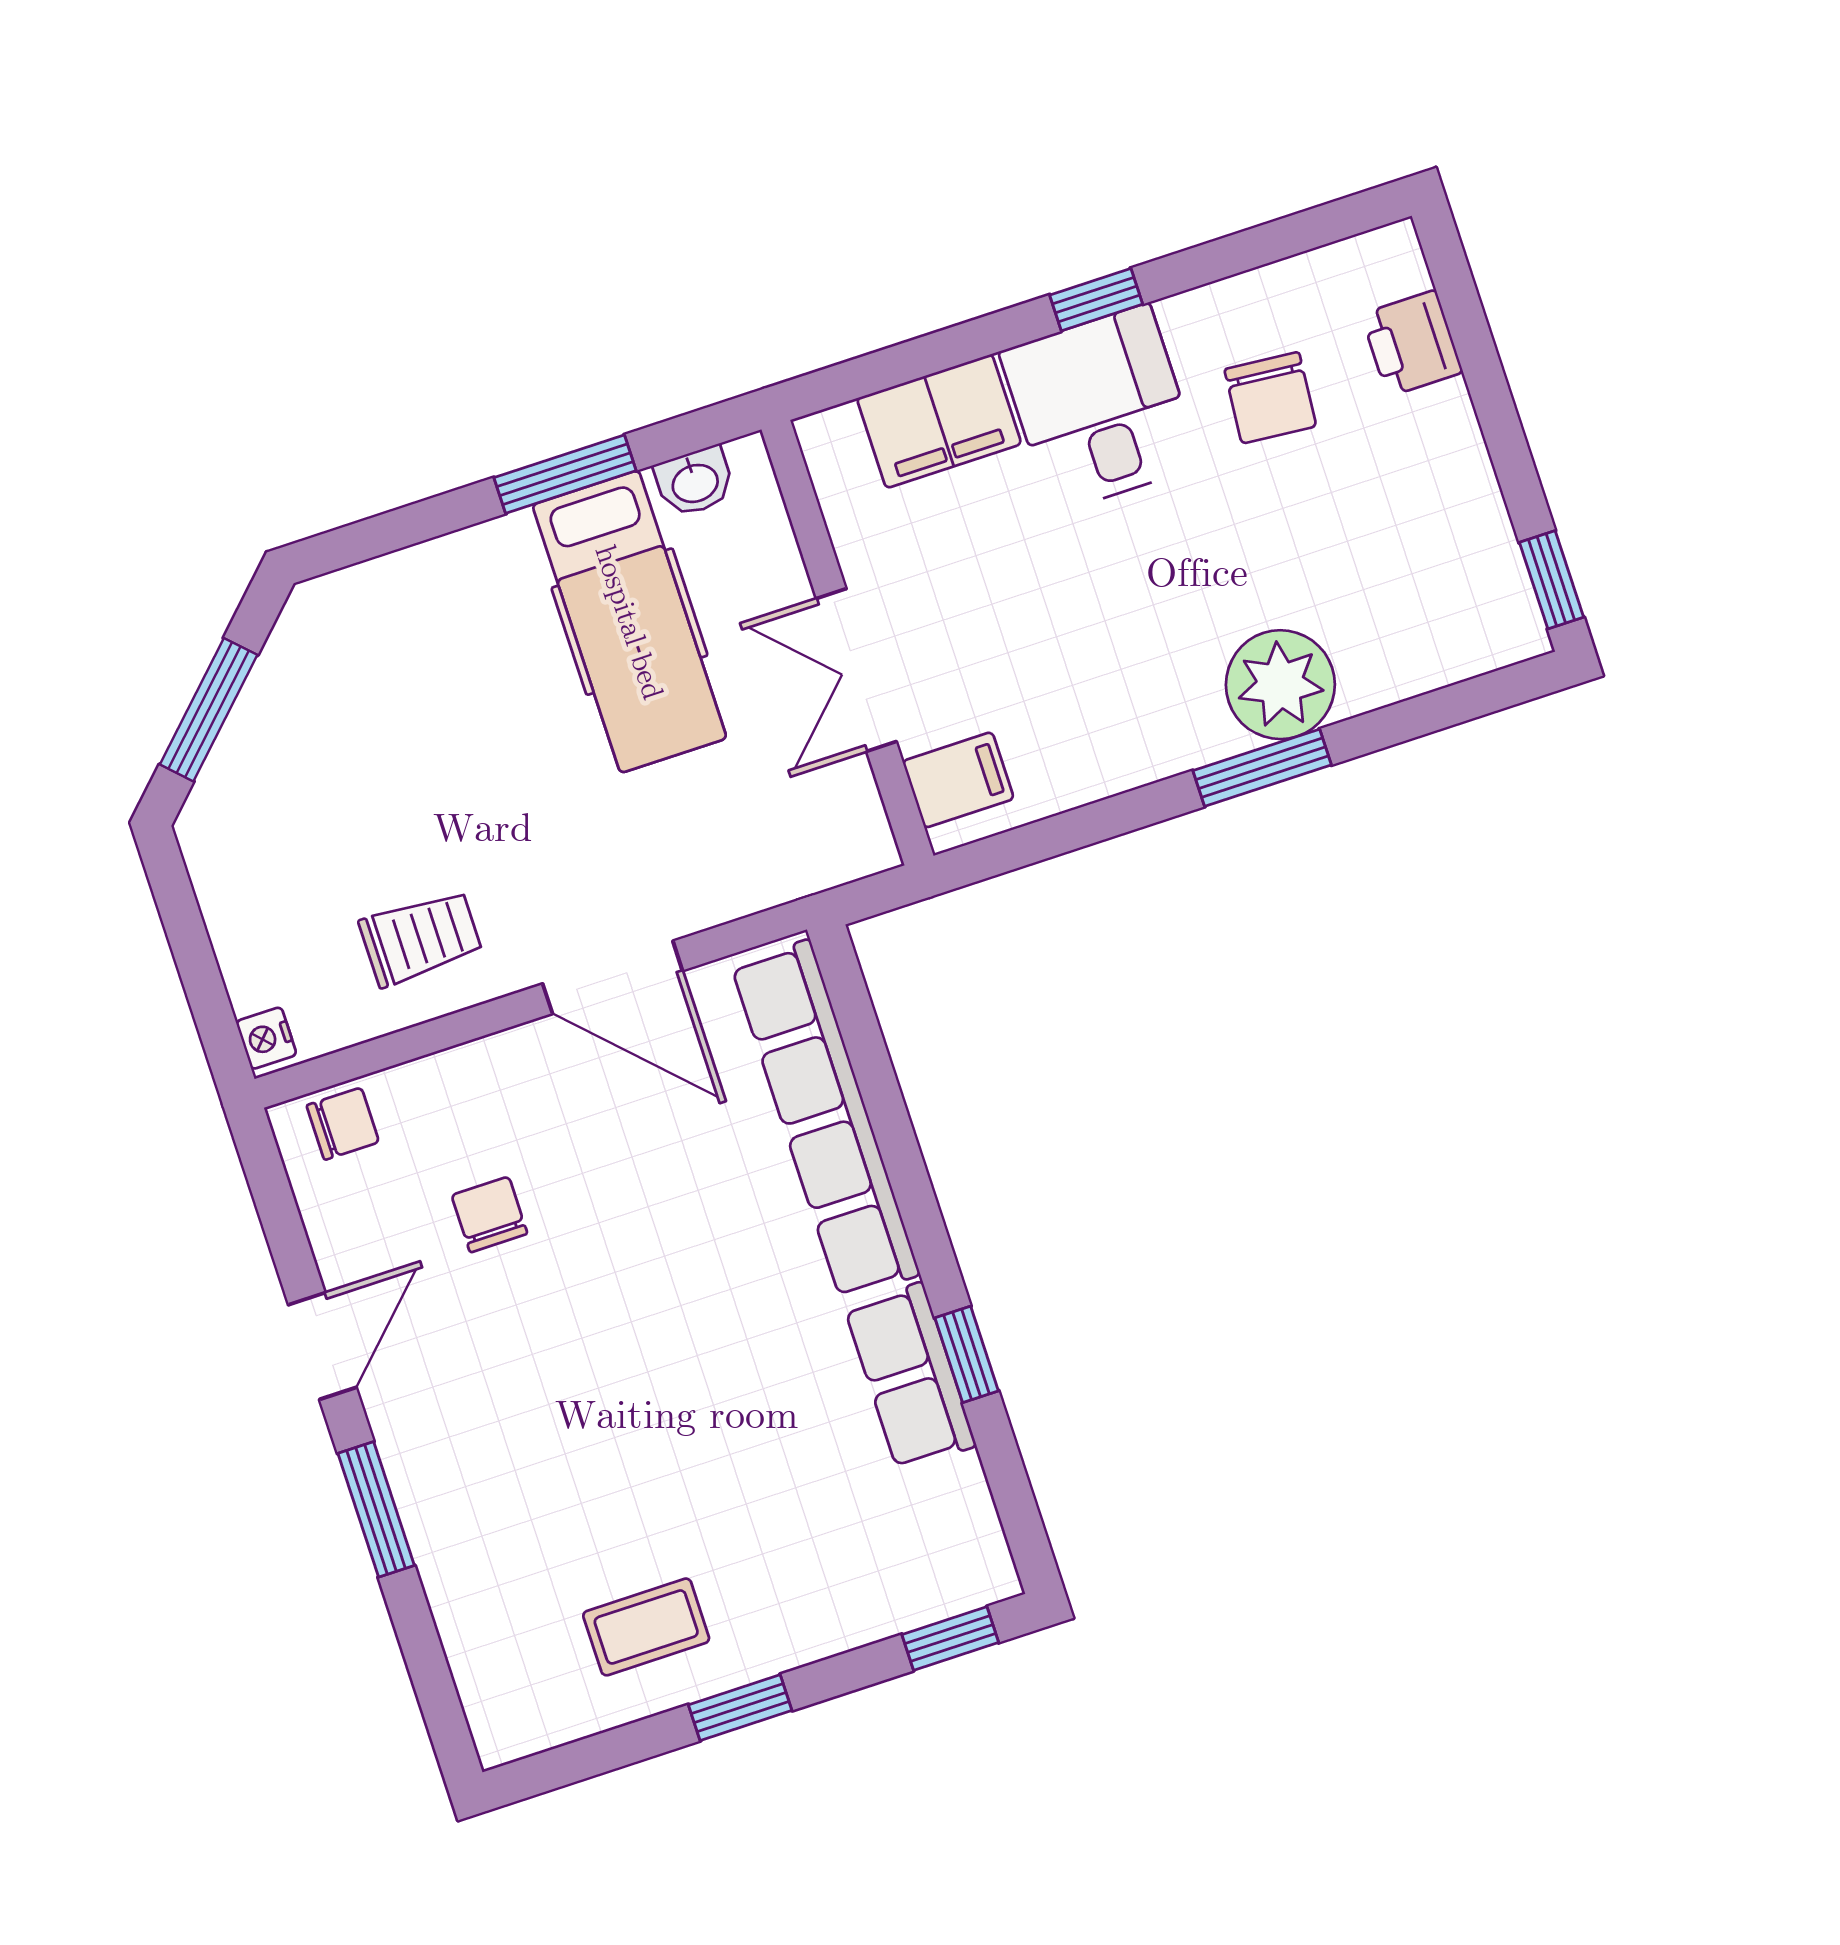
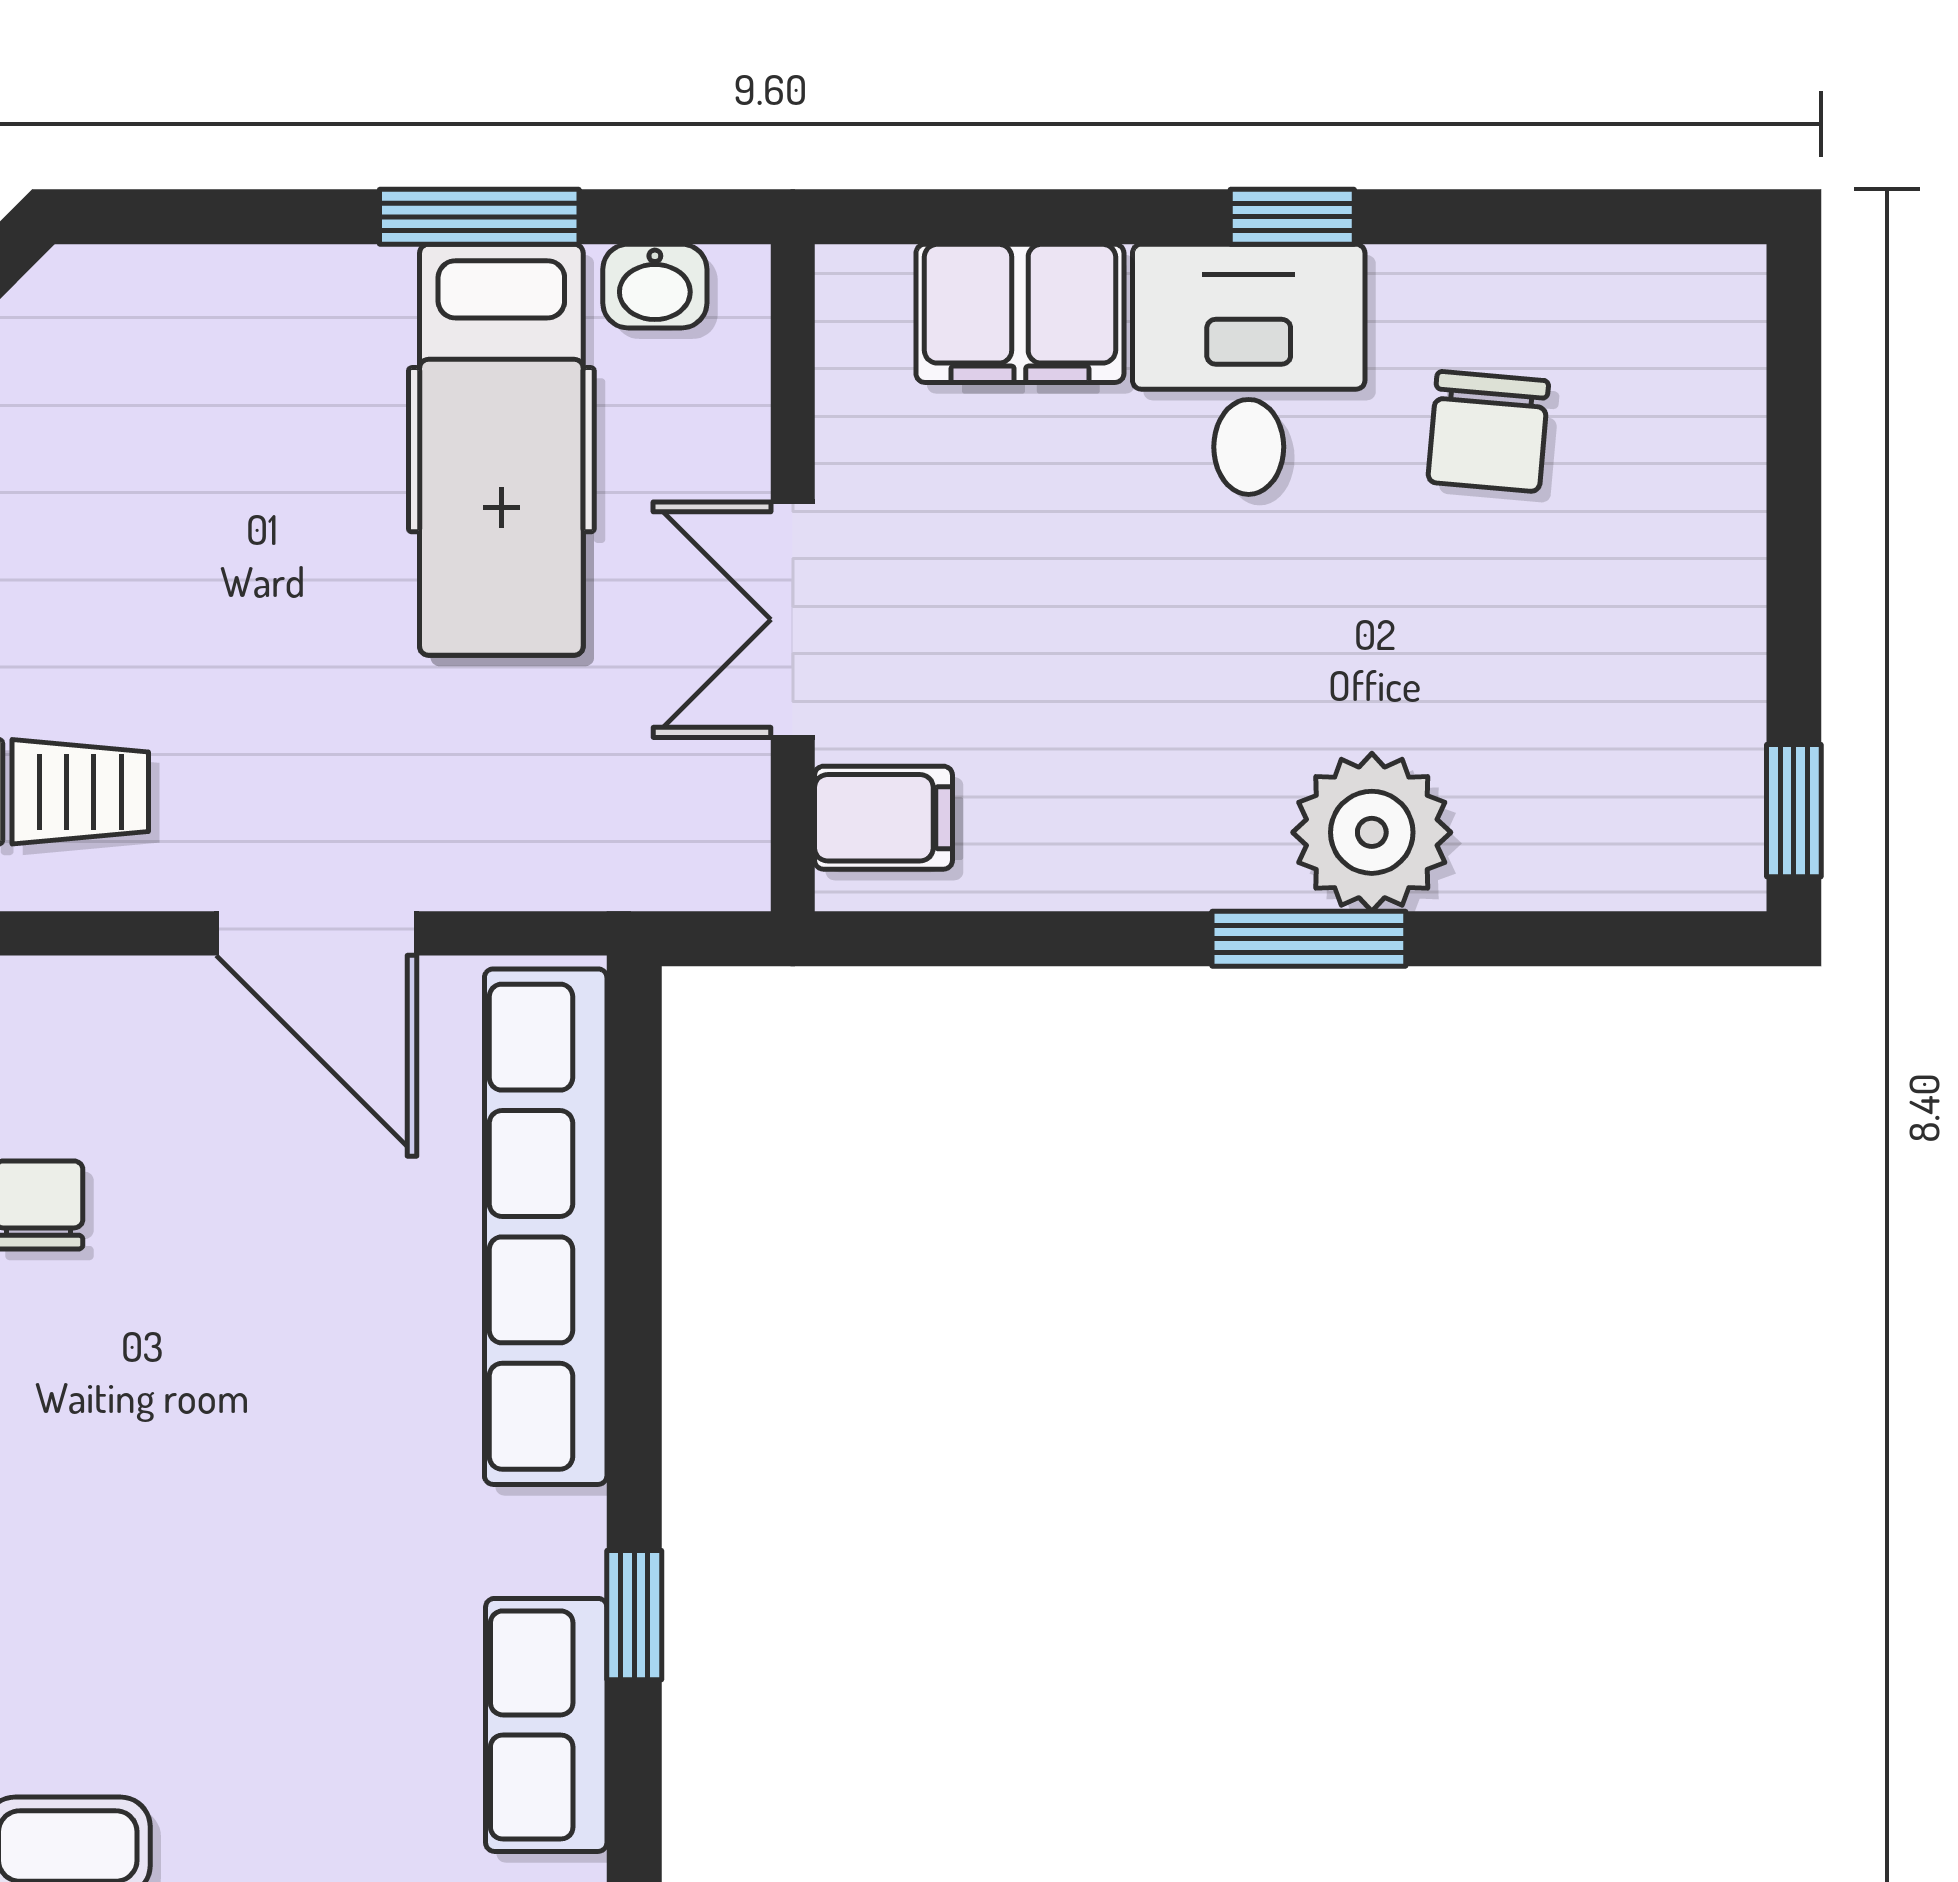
printer: (1412, 343) -> (1709, 420), removed
row of seats: (910, 1377) -> (546, 1725), moved

